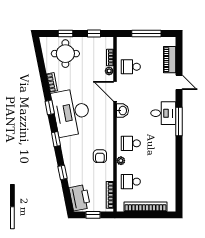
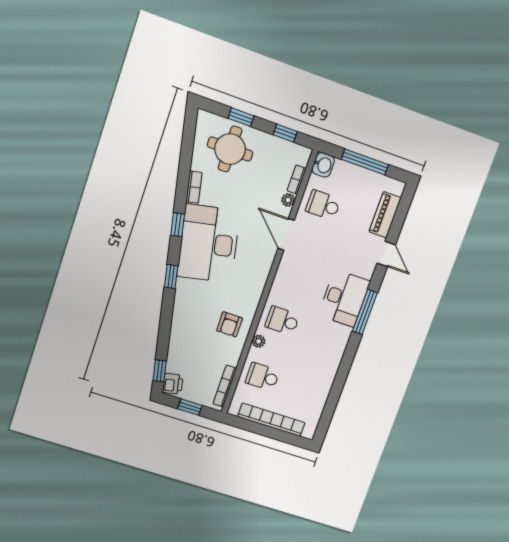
washbasin: (122, 111) -> (323, 165), moved
desk: (163, 113) -> (344, 298), width x1.37
window: (62, 172) -> (160, 371), moved
printer: (80, 198) -> (173, 384), width x0.53, depth x0.68

